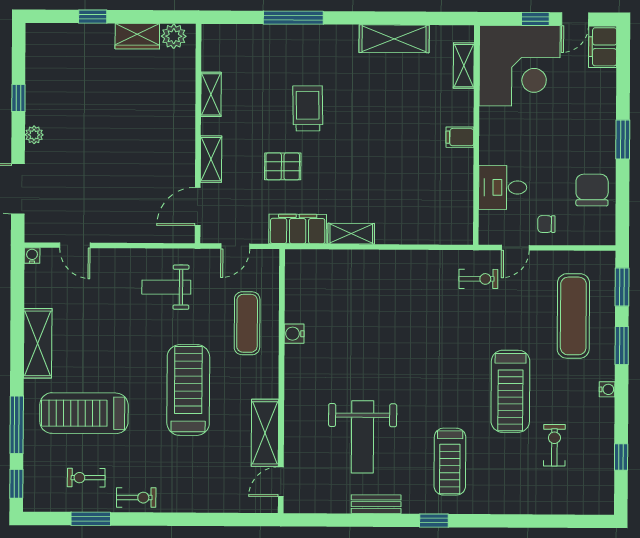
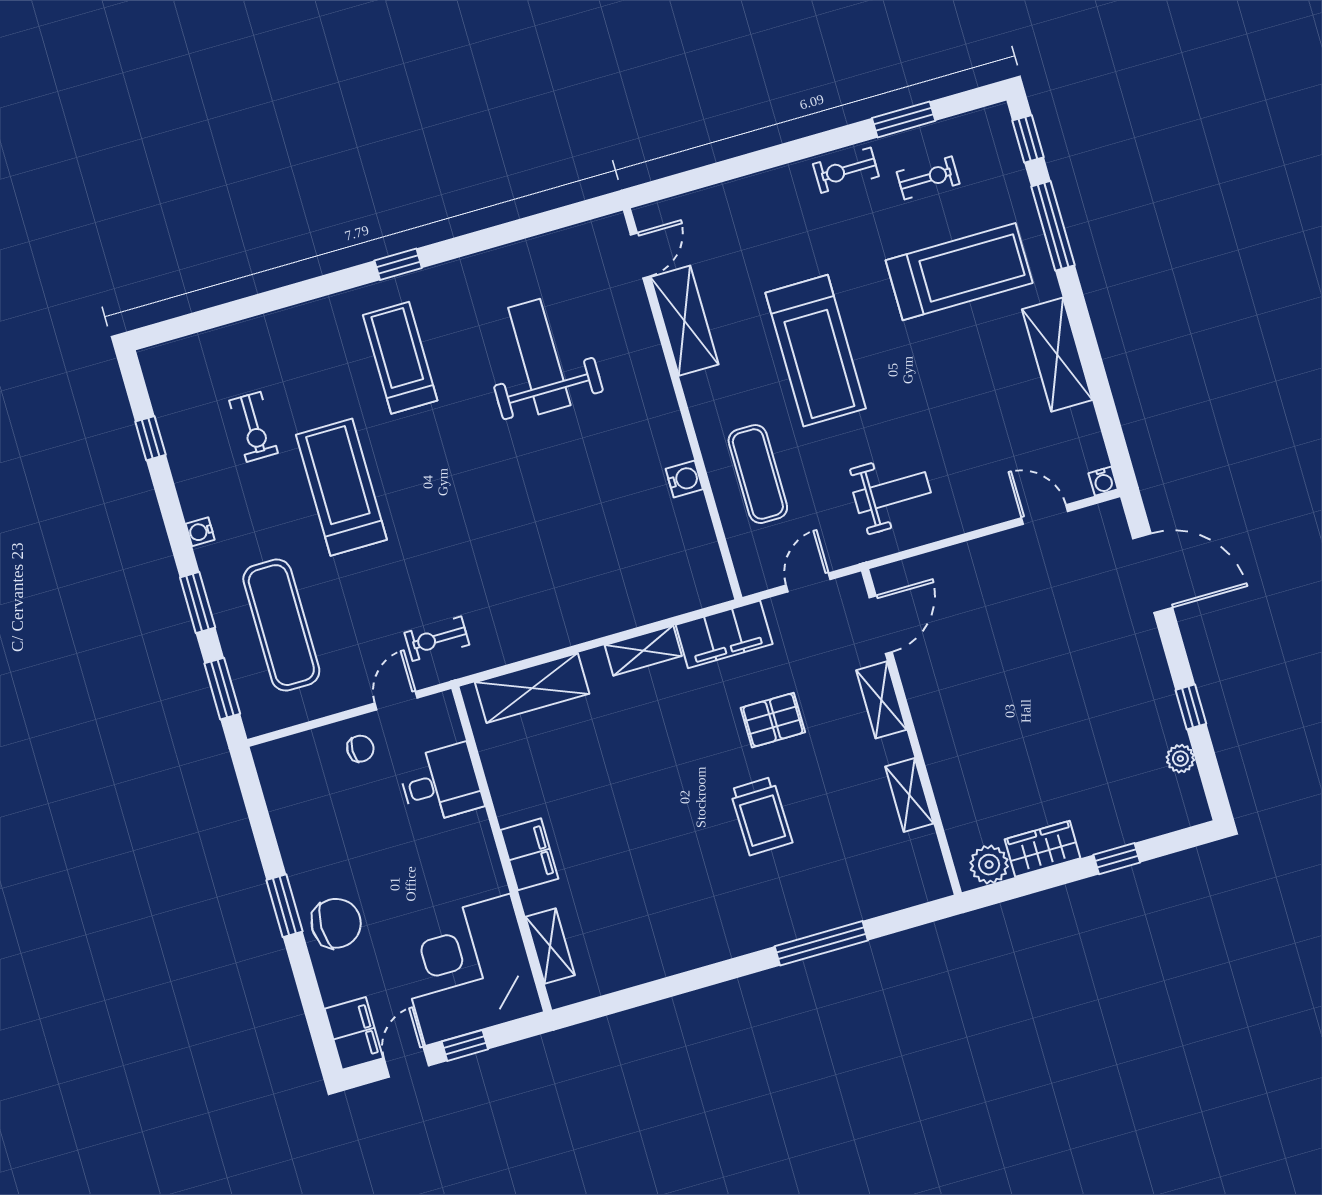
shelving: (394, 39) -> (532, 688), moved
plant: (34, 135) -> (1180, 759), moved
filing cabinet: (460, 137) -> (529, 854), width x2.00
chair: (592, 190) -> (336, 923), moved, turned -90
bench: (376, 504) -> (490, 264), removed

